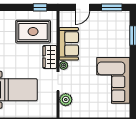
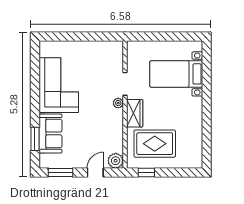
sofa: (69, 44) -> (50, 133), moved, turned 180
plant: (66, 100) -> (116, 161), moved

